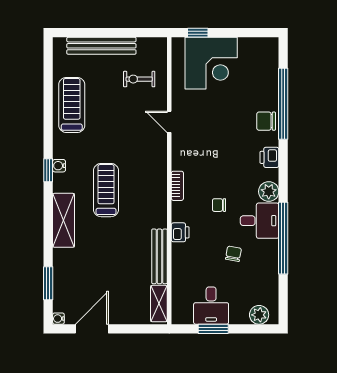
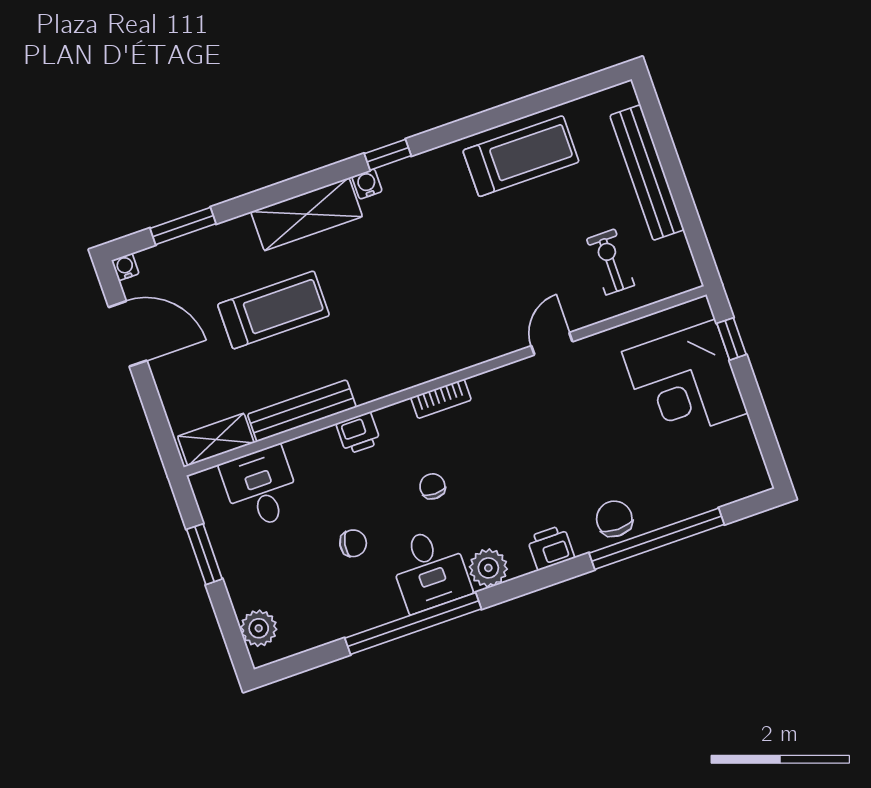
water cooler: (59, 166) -> (367, 184), moved
treadmill: (106, 190) -> (273, 310), moved
desk: (211, 306) -> (261, 488), moved, turned 90

